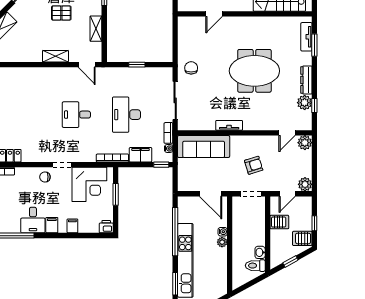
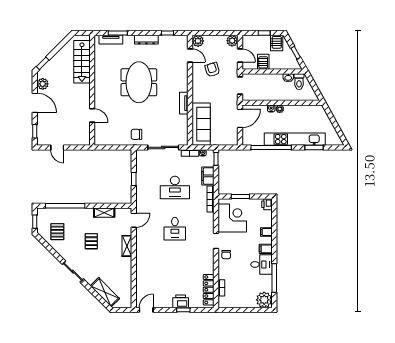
plant: (305, 103) -> (165, 41), removed
armchair: (254, 165) -> (212, 70), moved

